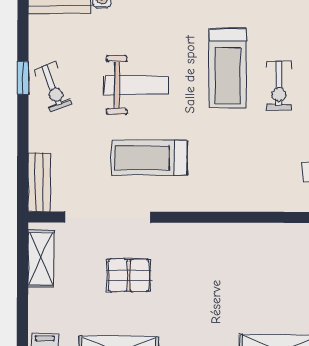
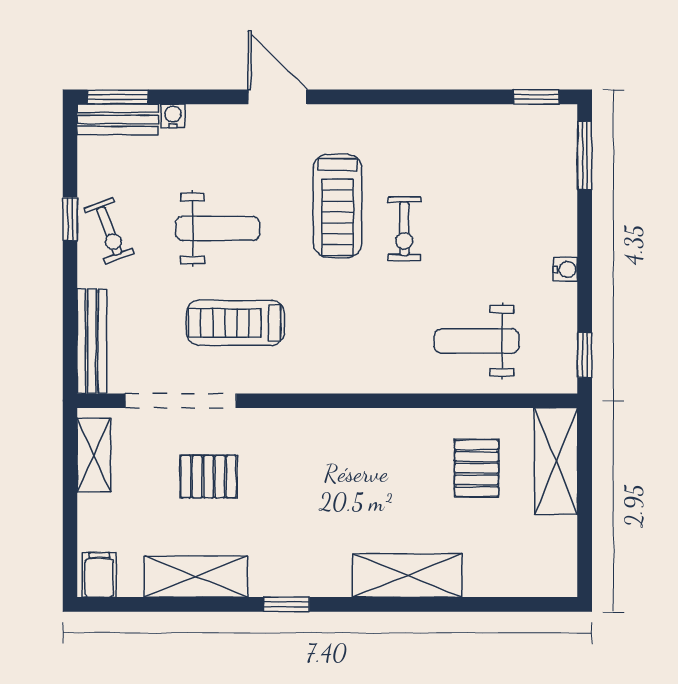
bench: (39, 182) -> (92, 341), width x1.36

